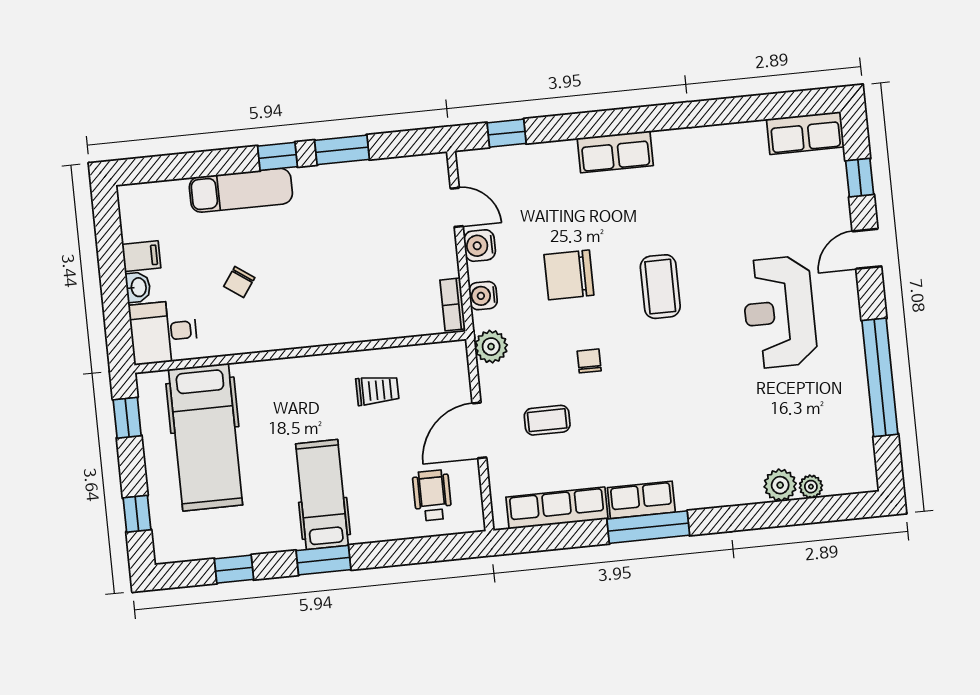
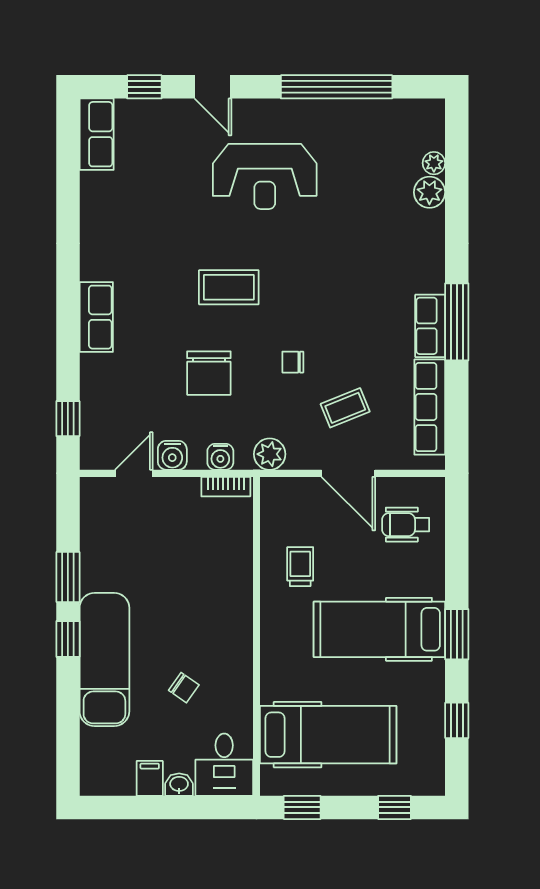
exam couch: (241, 190) -> (104, 660), width x1.36, depth x1.45
coffee table: (547, 420) -> (345, 408), turned 68
hospital bed: (322, 495) -> (379, 629), width x1.37, depth x1.29

